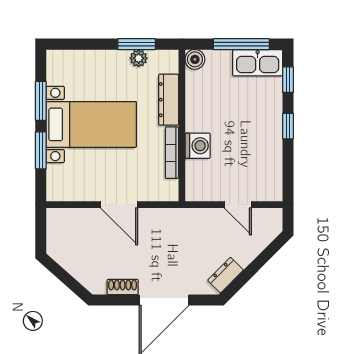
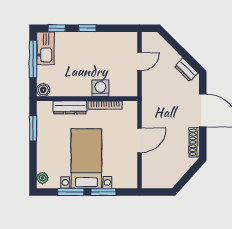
plant: (139, 58) -> (42, 178), moved
shoe rack: (123, 287) -> (194, 142), width x1.43

